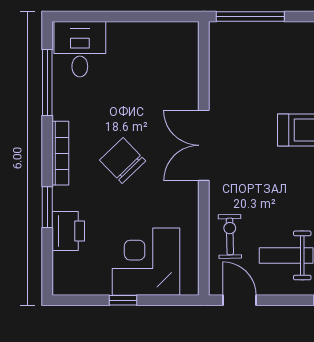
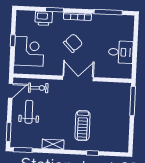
desk: (80, 49) -> (121, 52), moved

